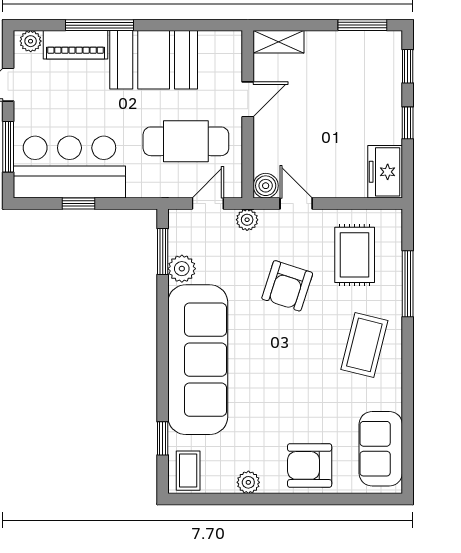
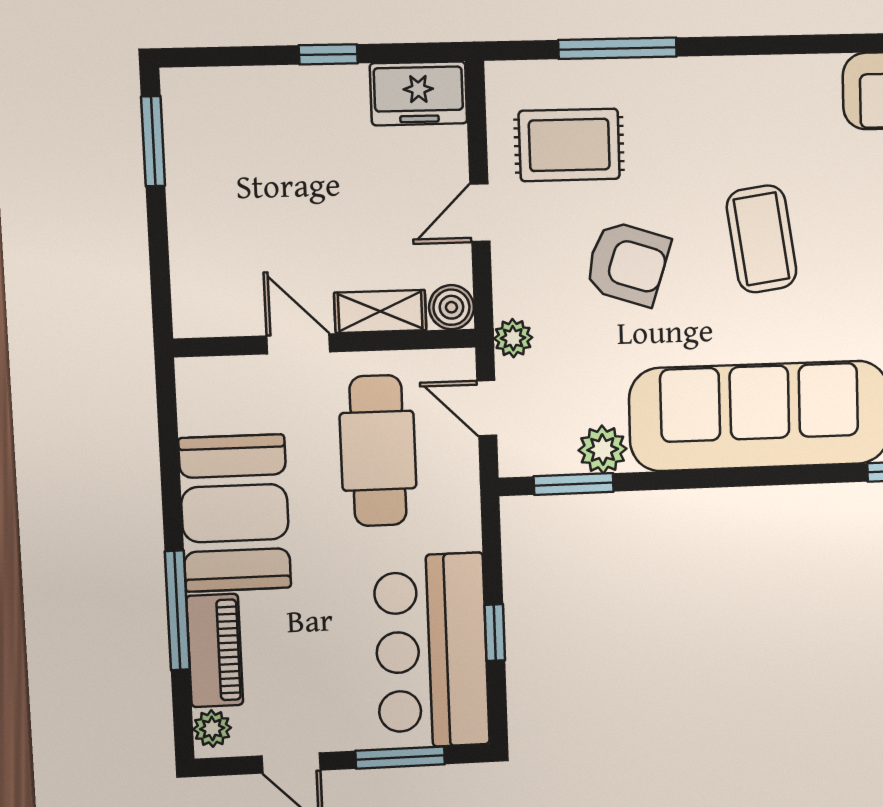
shelving: (278, 42) -> (380, 311), moved, turned 90
window: (408, 66) -> (225, 57), removed
door: (296, 204) -> (480, 213), moved
coffee table: (364, 345) -> (762, 239), moved, turned 68

